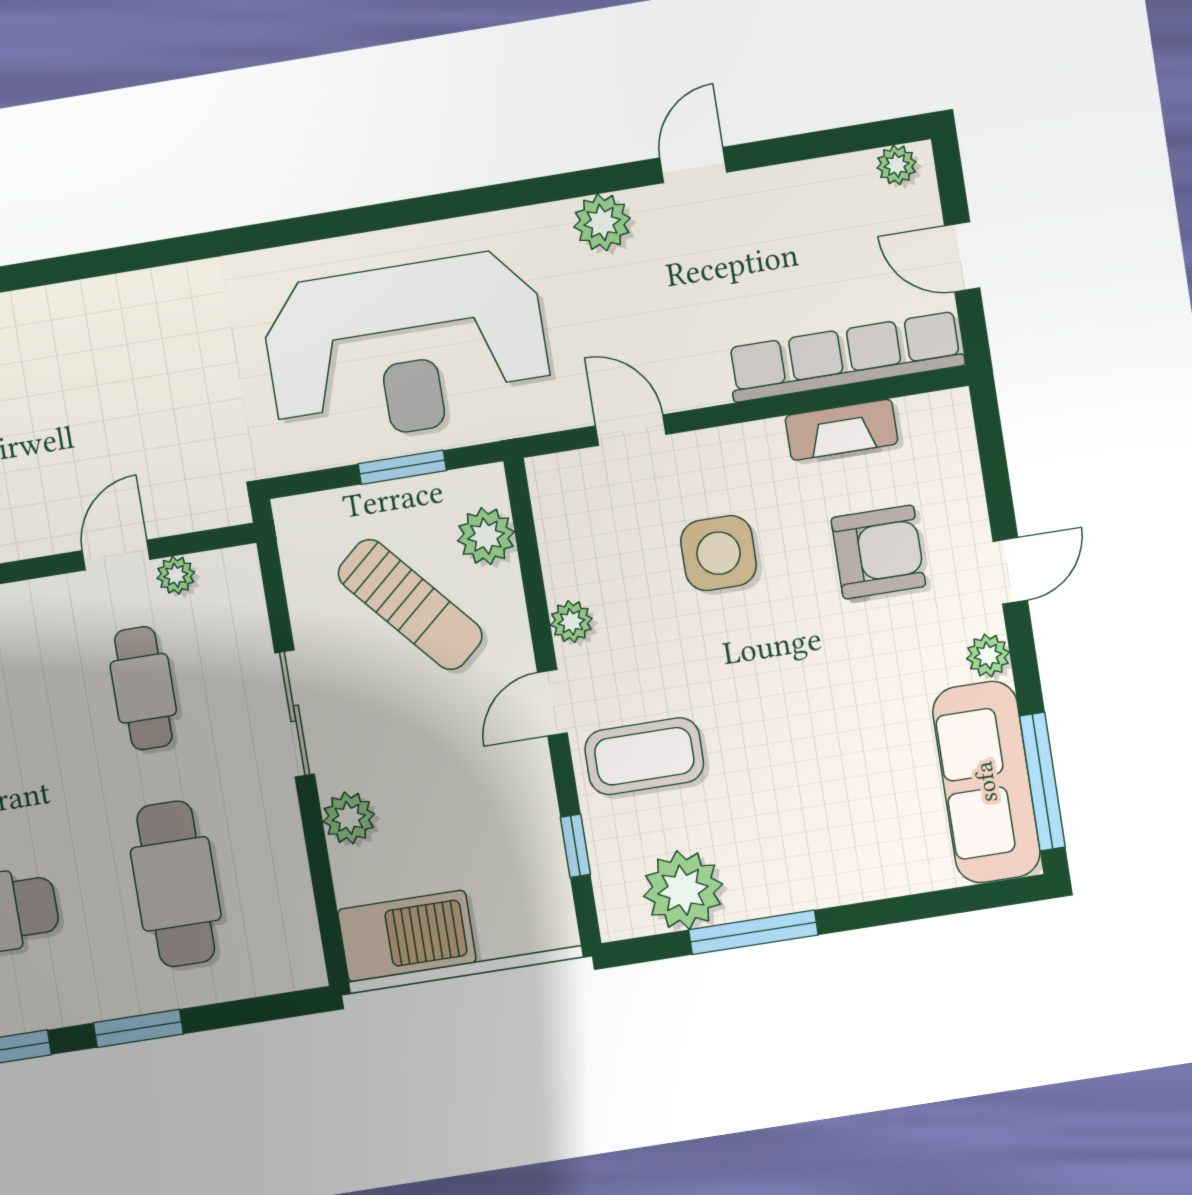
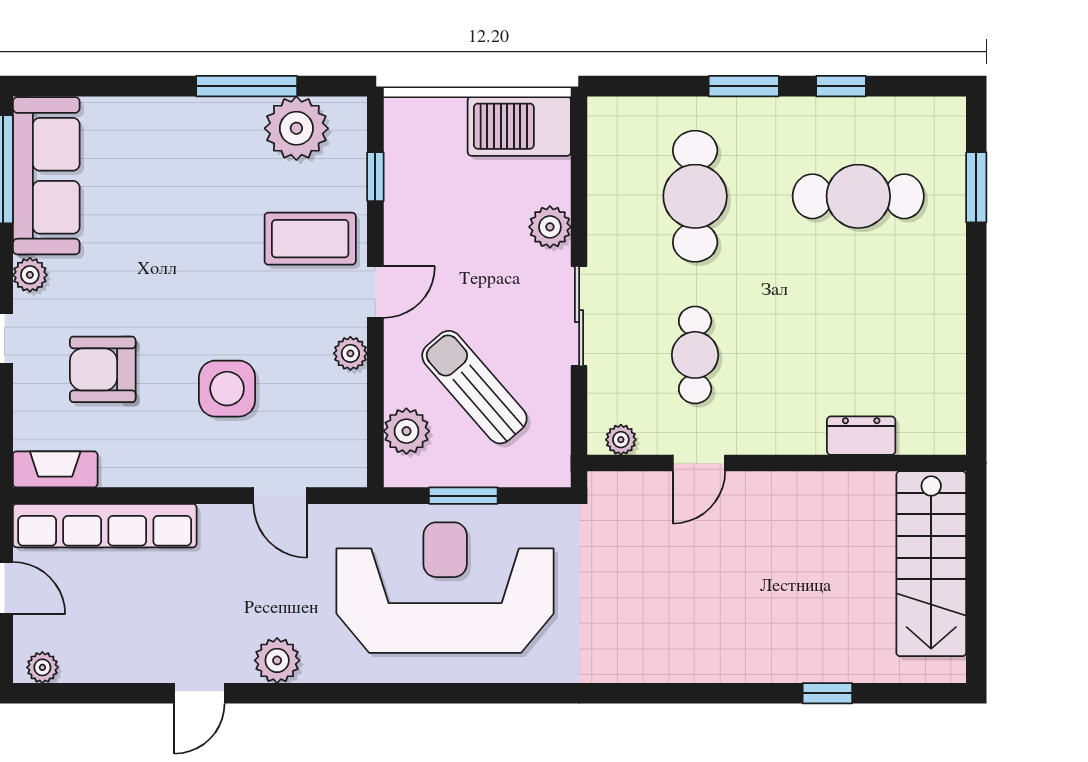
fireplace: (841, 430) -> (55, 469), moved
plant: (176, 575) -> (621, 440), moved

